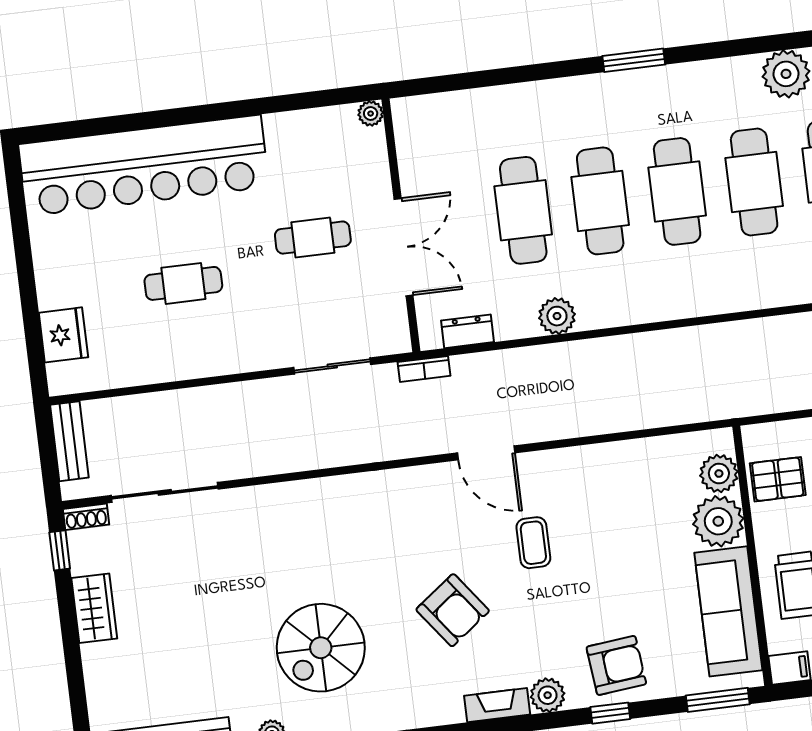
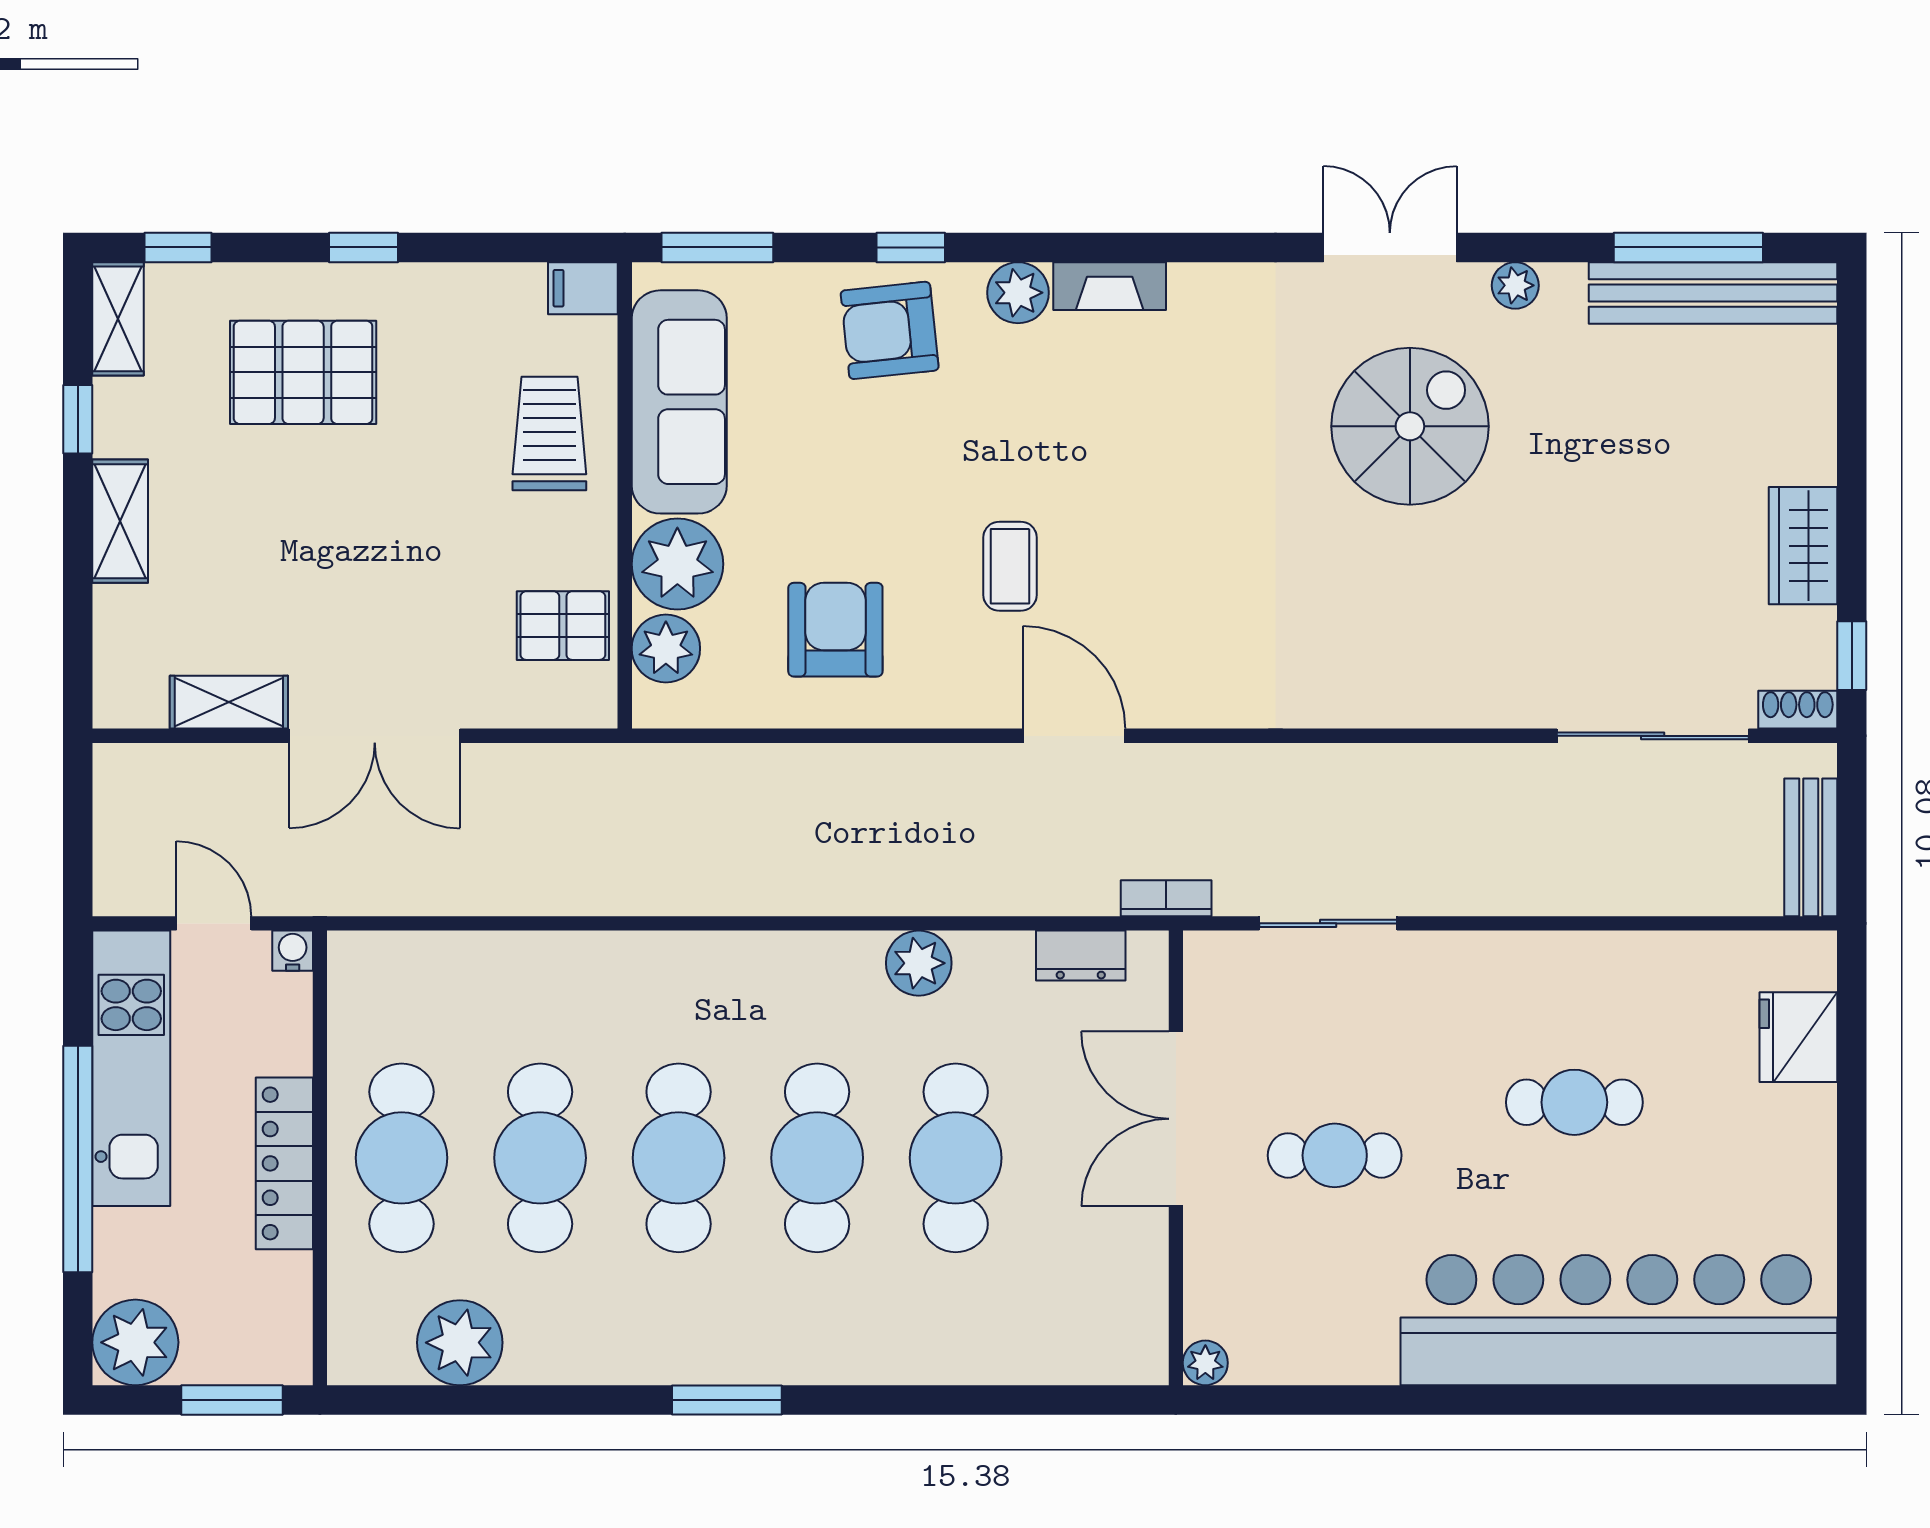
armchair: (453, 610) -> (835, 630), moved, turned 37

